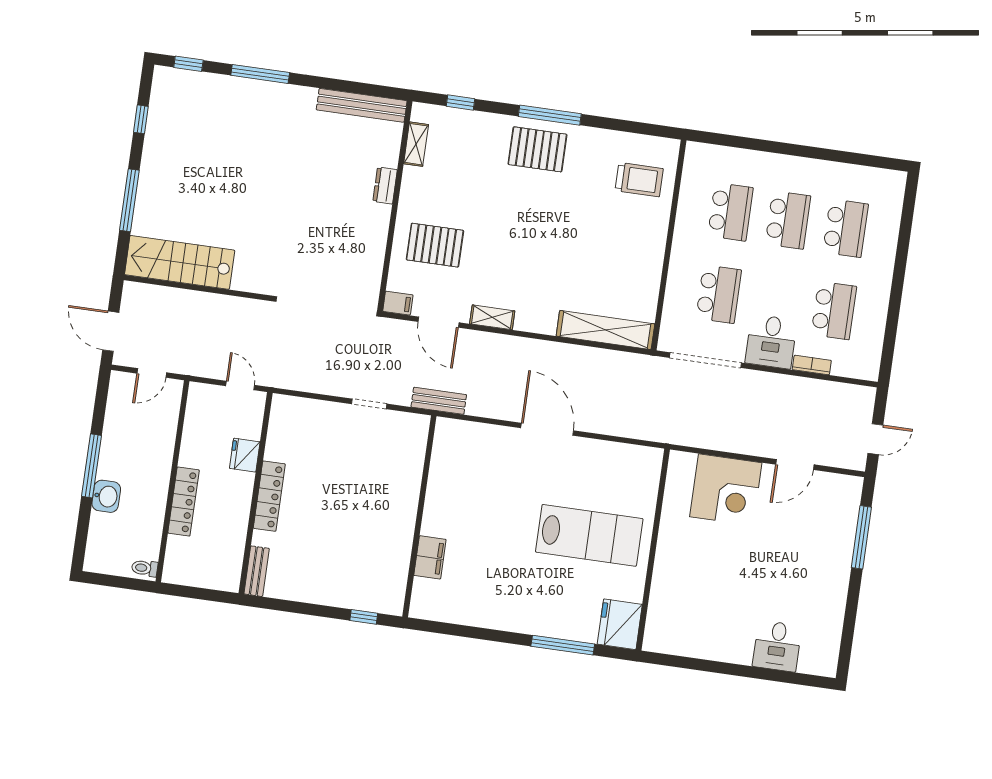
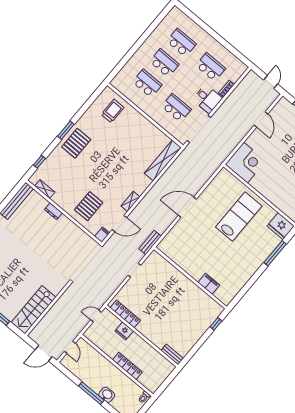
window: (550, 115) -> (66, 130), width x0.69
corner desk: (726, 490) -> (245, 163), moved
locker: (269, 496) -> (125, 314), moved

